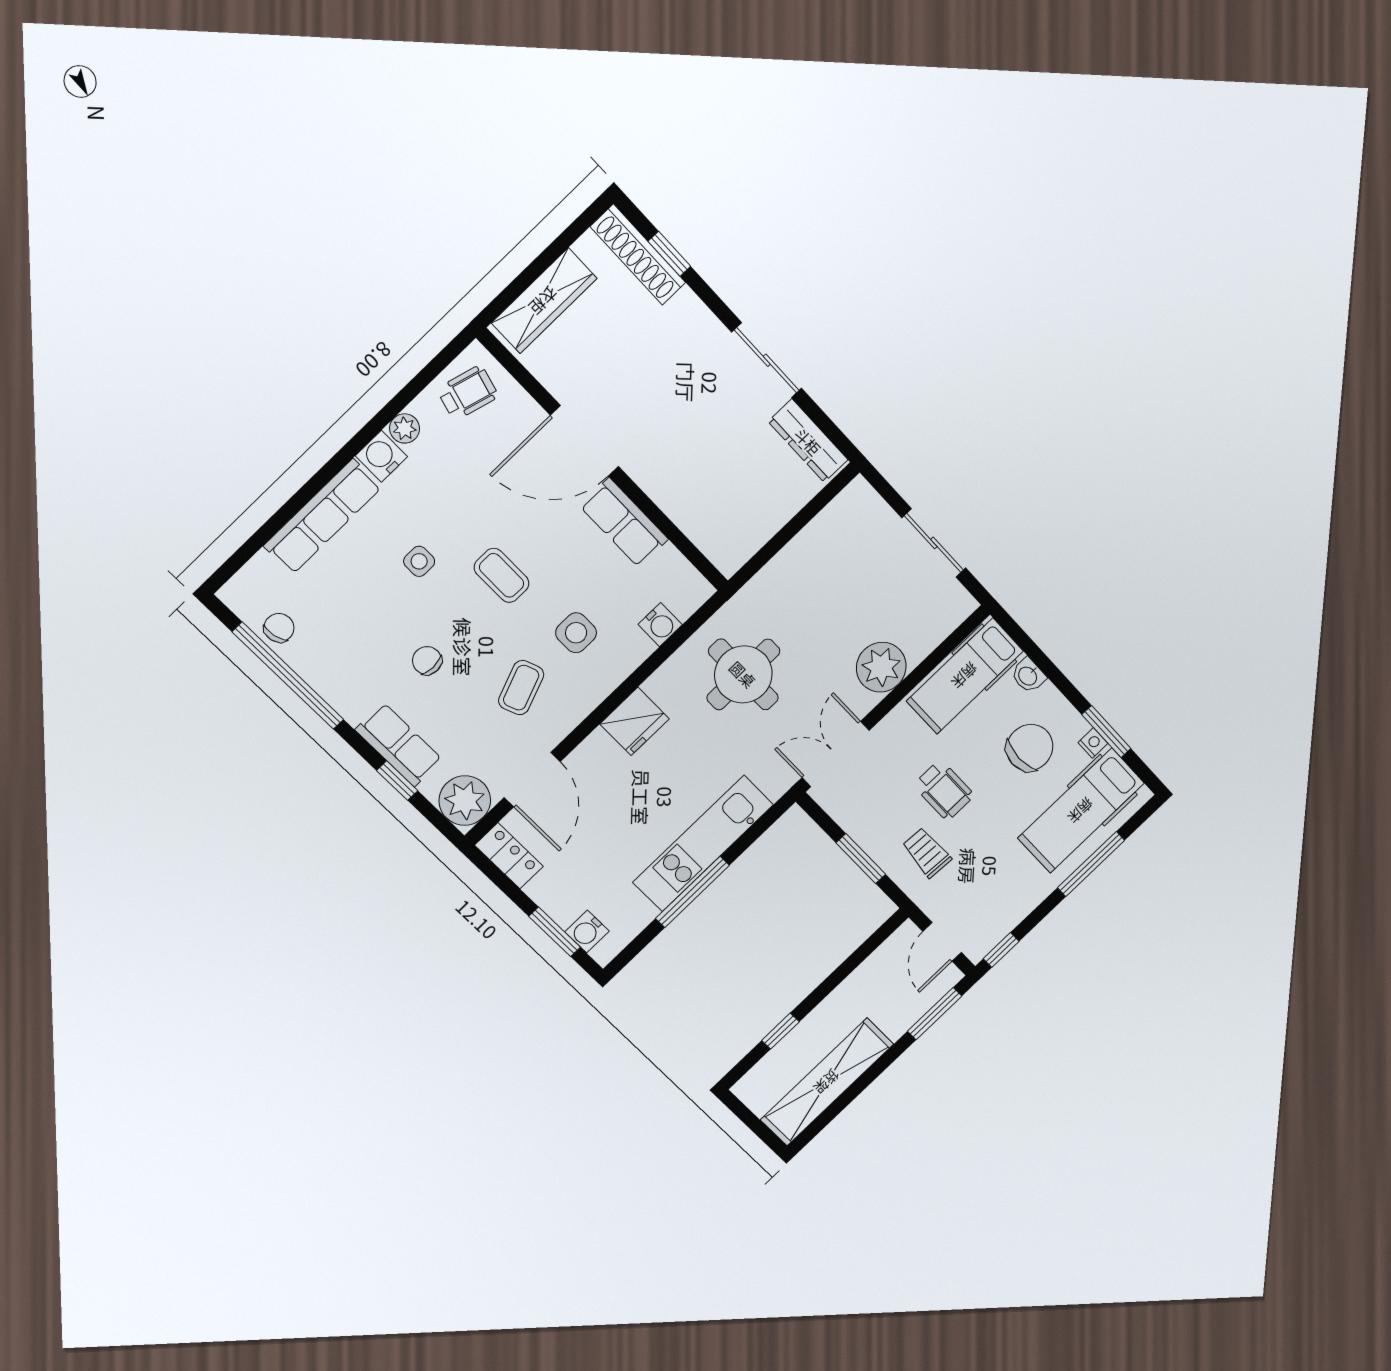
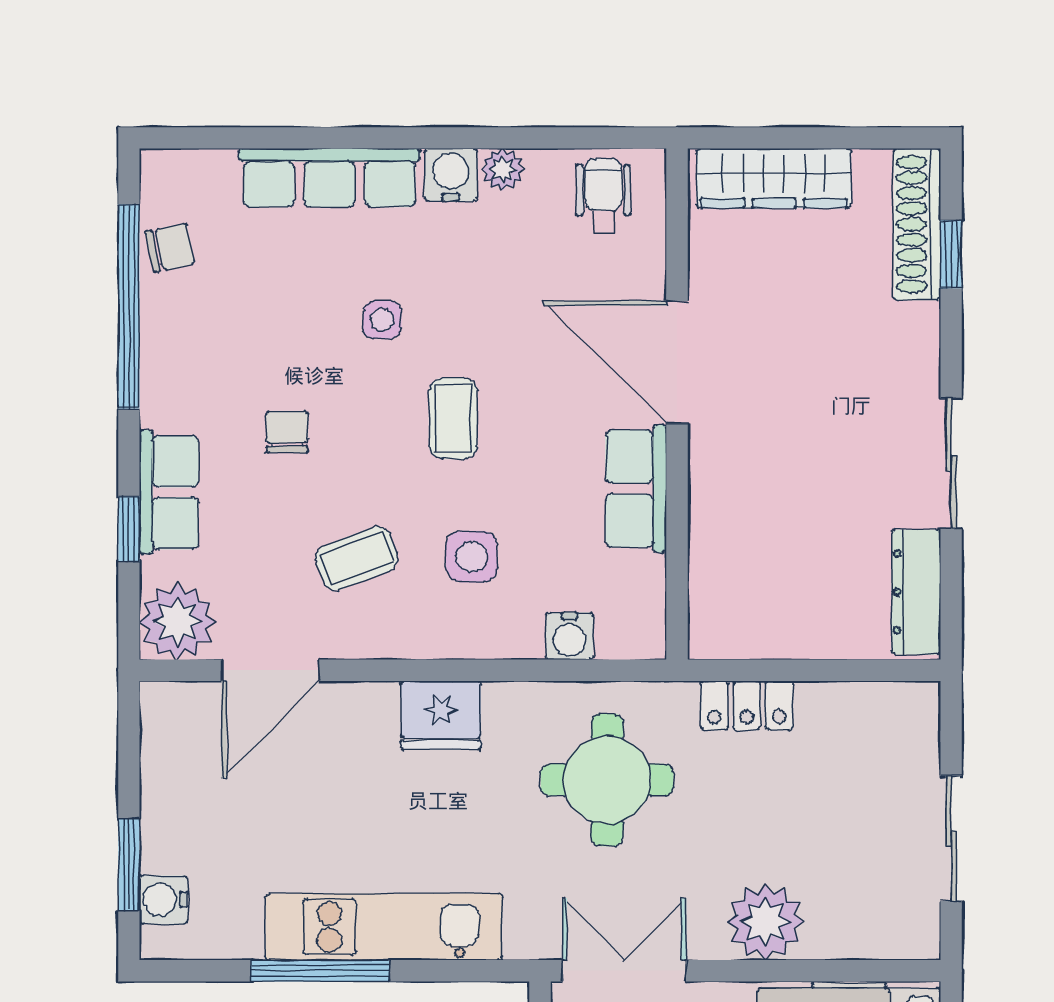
wheelchair: (468, 393) -> (603, 196), turned -105
locker: (509, 856) -> (747, 705), moved, turned 90

